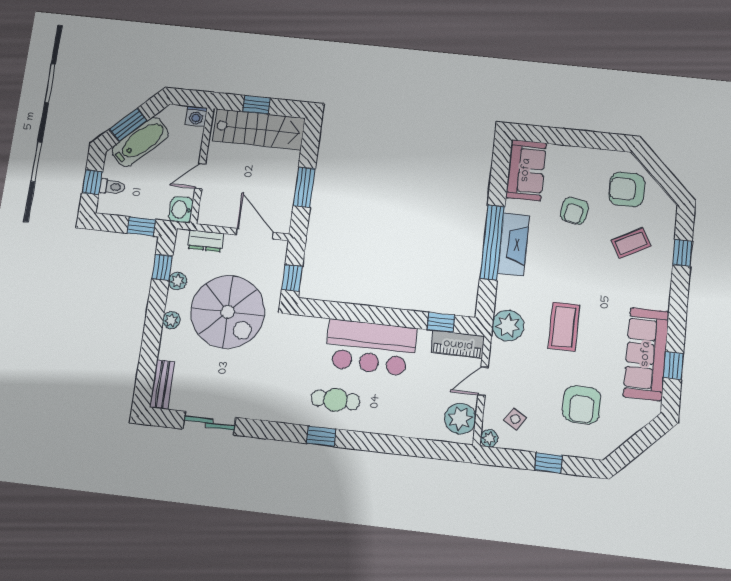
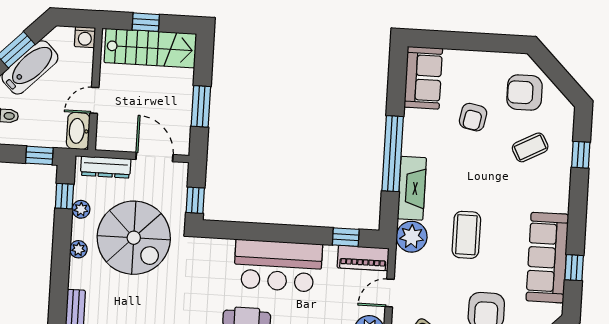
washbasin: (181, 210) -> (78, 131), width x1.38
dresser: (206, 241) -> (106, 167), width x1.44
fireplace: (514, 244) -> (412, 188), moved

